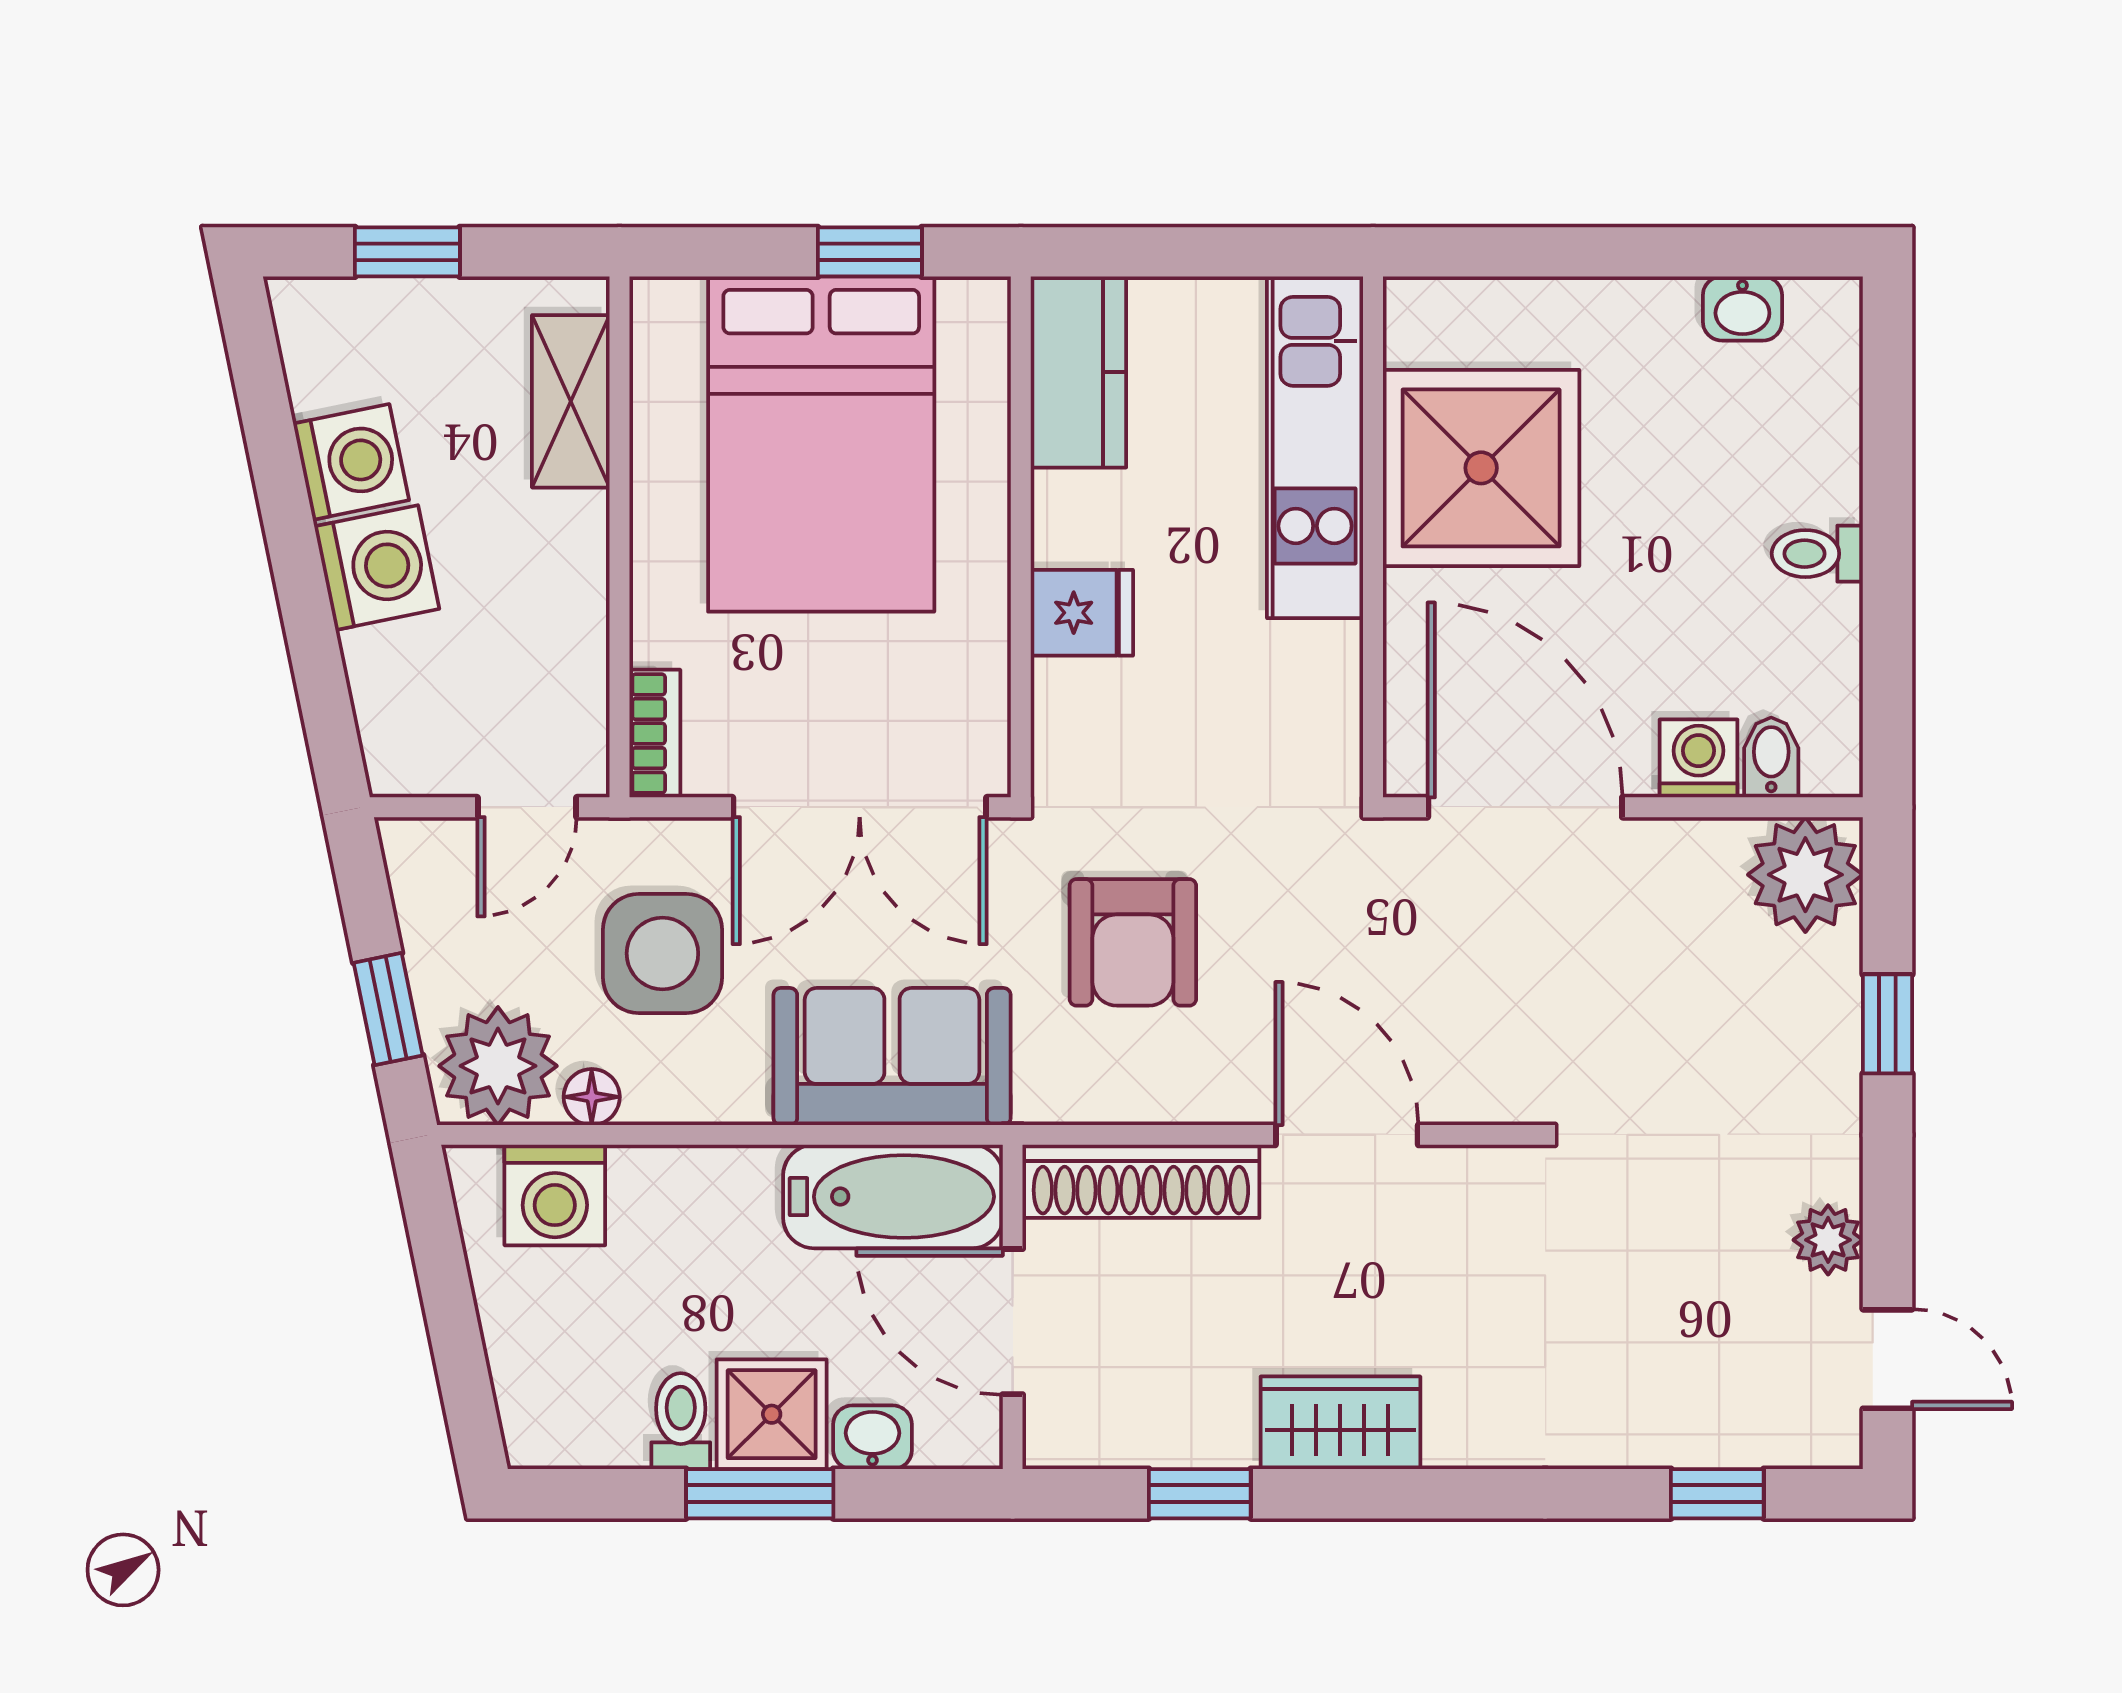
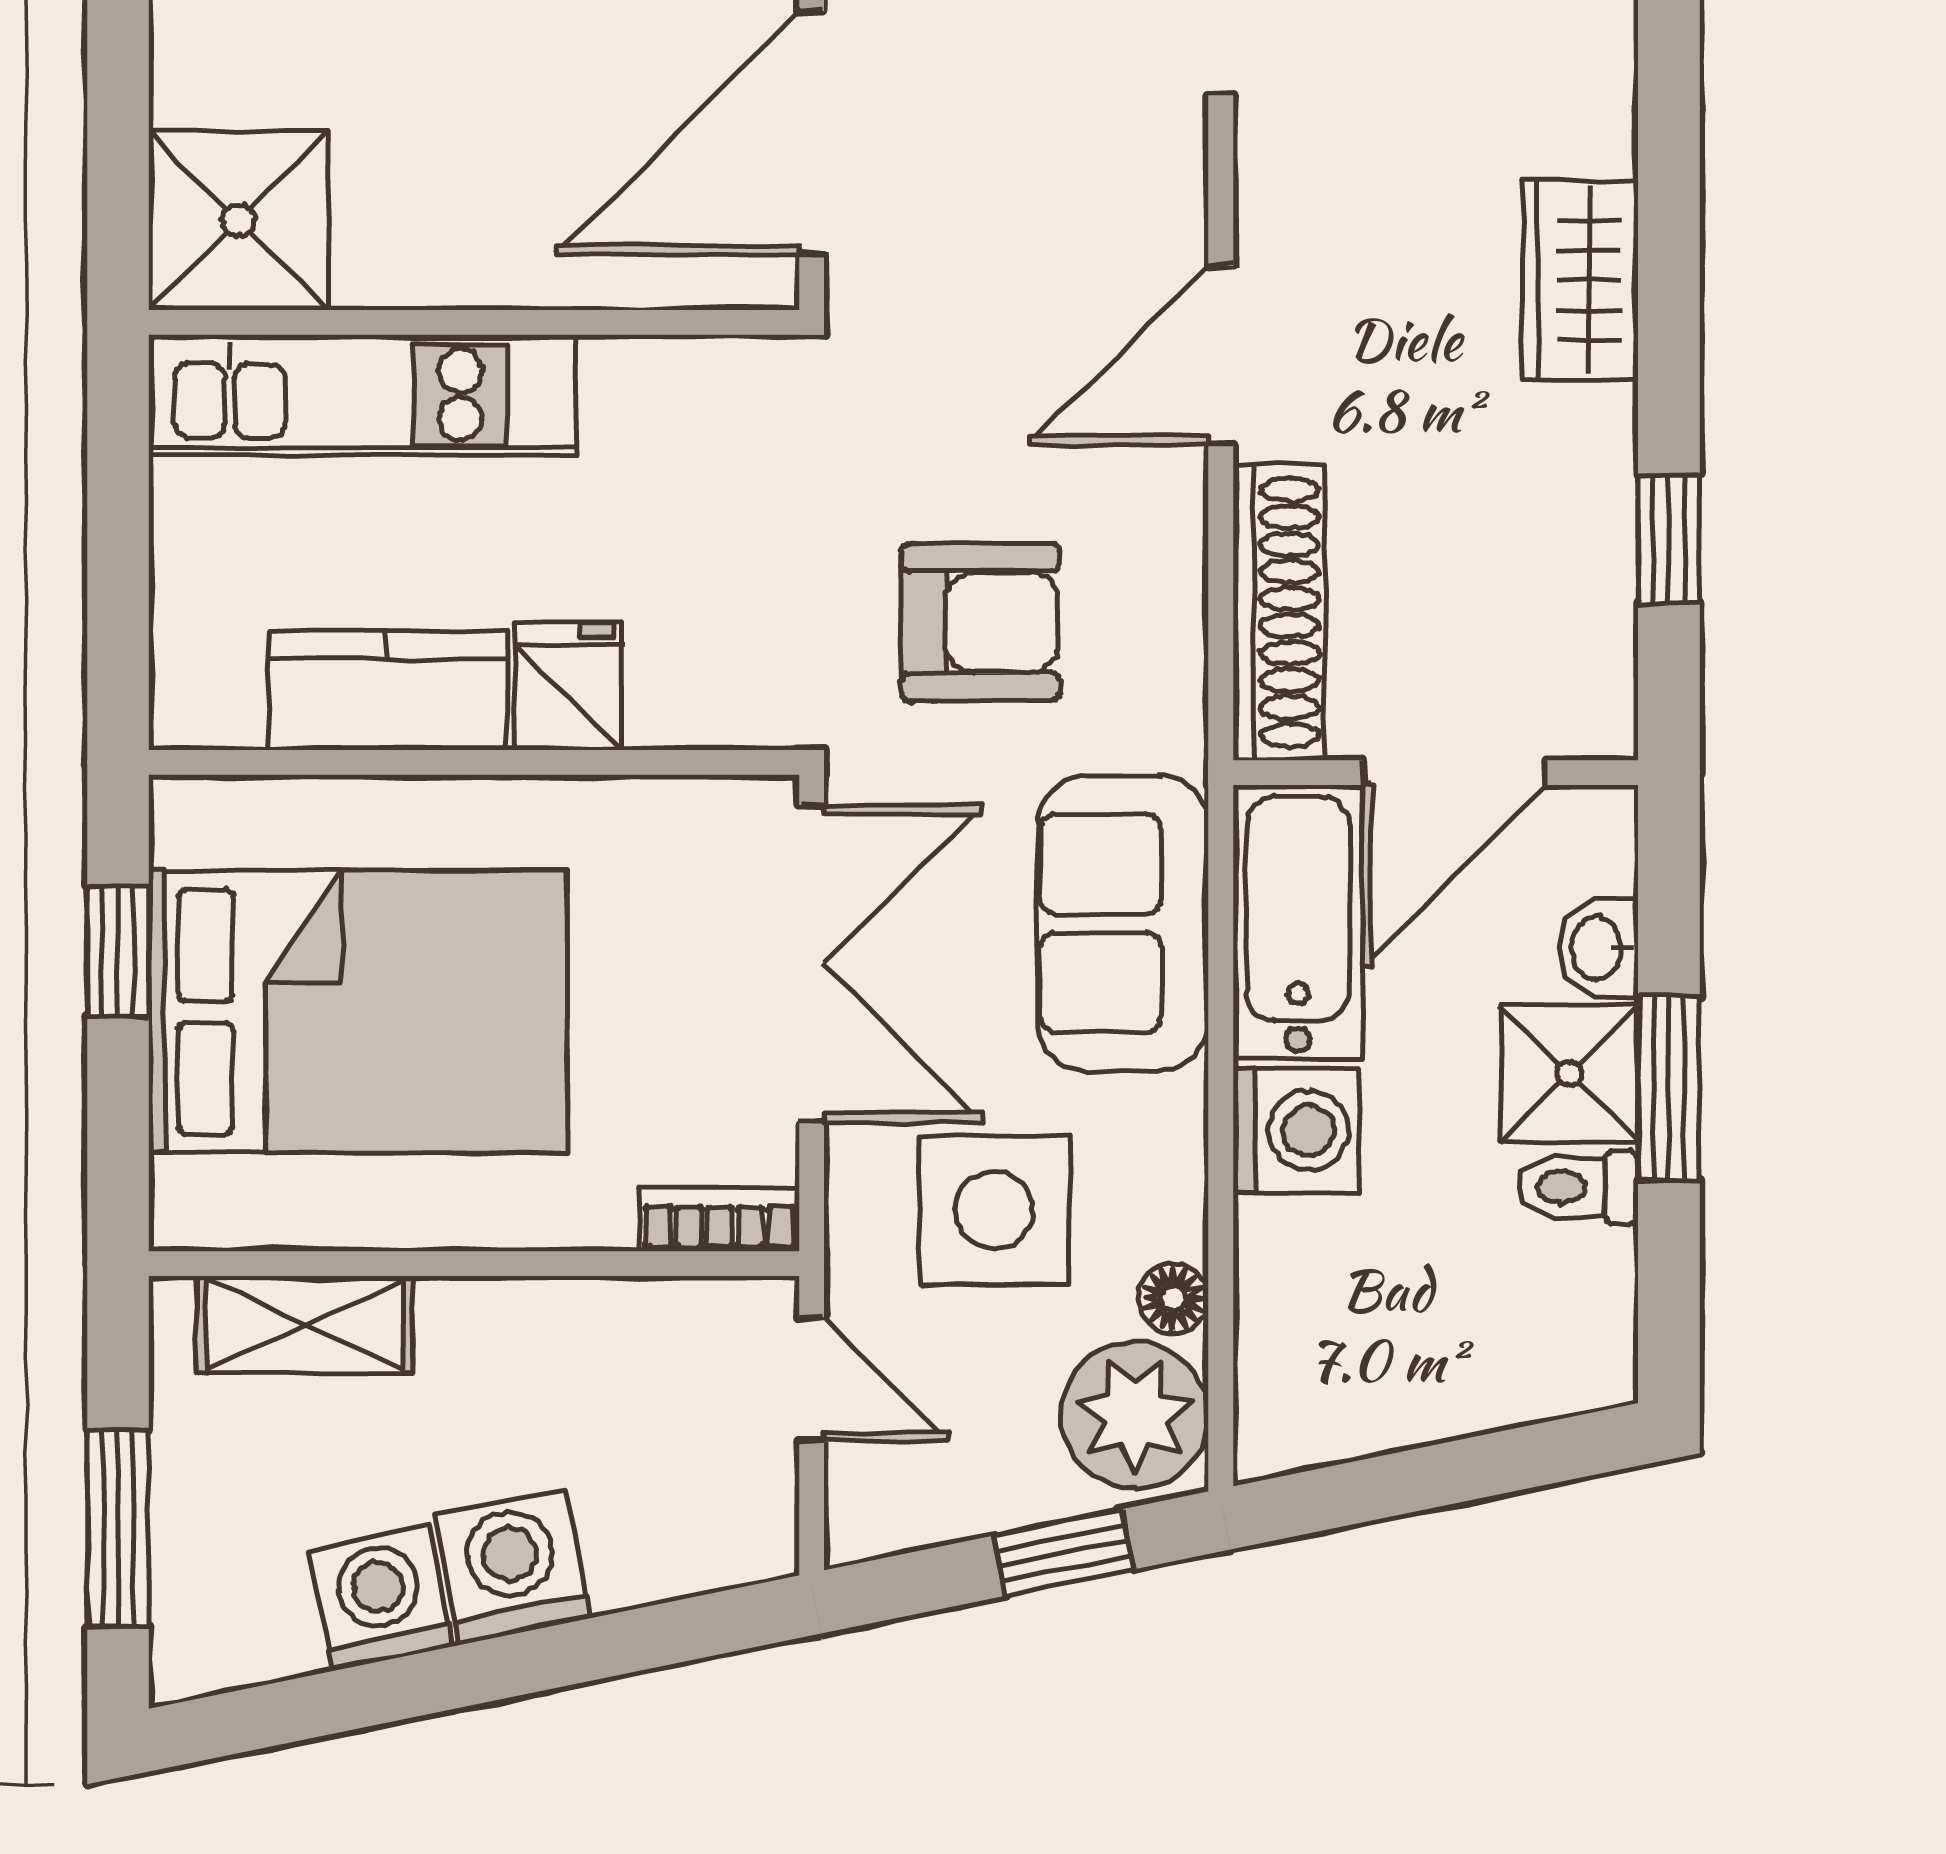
window: (407, 252) -> (118, 1528), width x1.50
kitchen counter: (1078, 372) -> (387, 690), moved
shower: (1481, 468) -> (238, 220), moved, width x0.73, depth x0.73
washing machine: (555, 1195) -> (1296, 1130), moved
wardrobe: (1340, 1423) -> (1580, 280), moved

